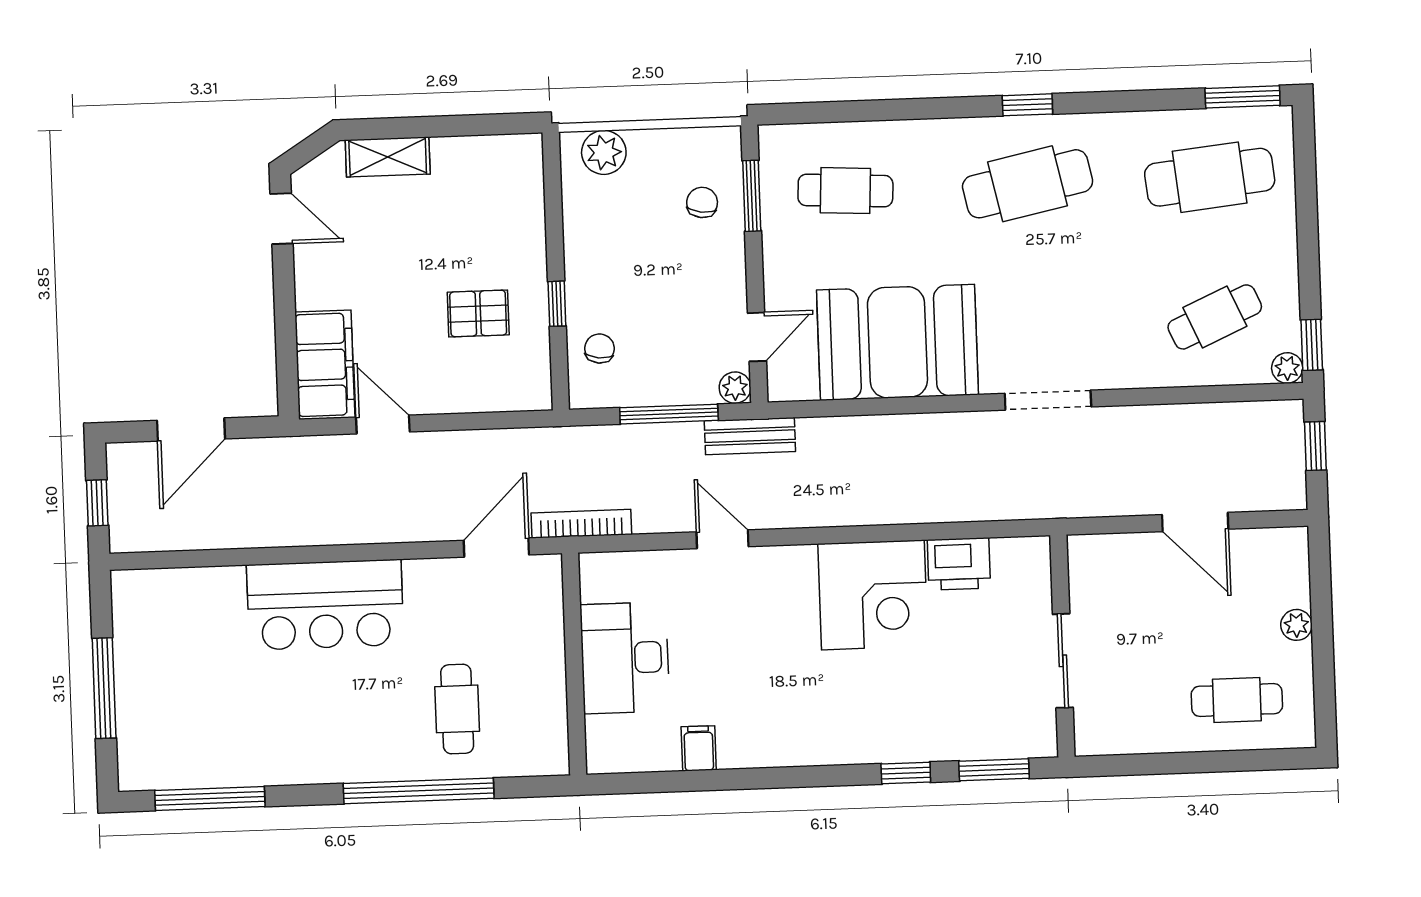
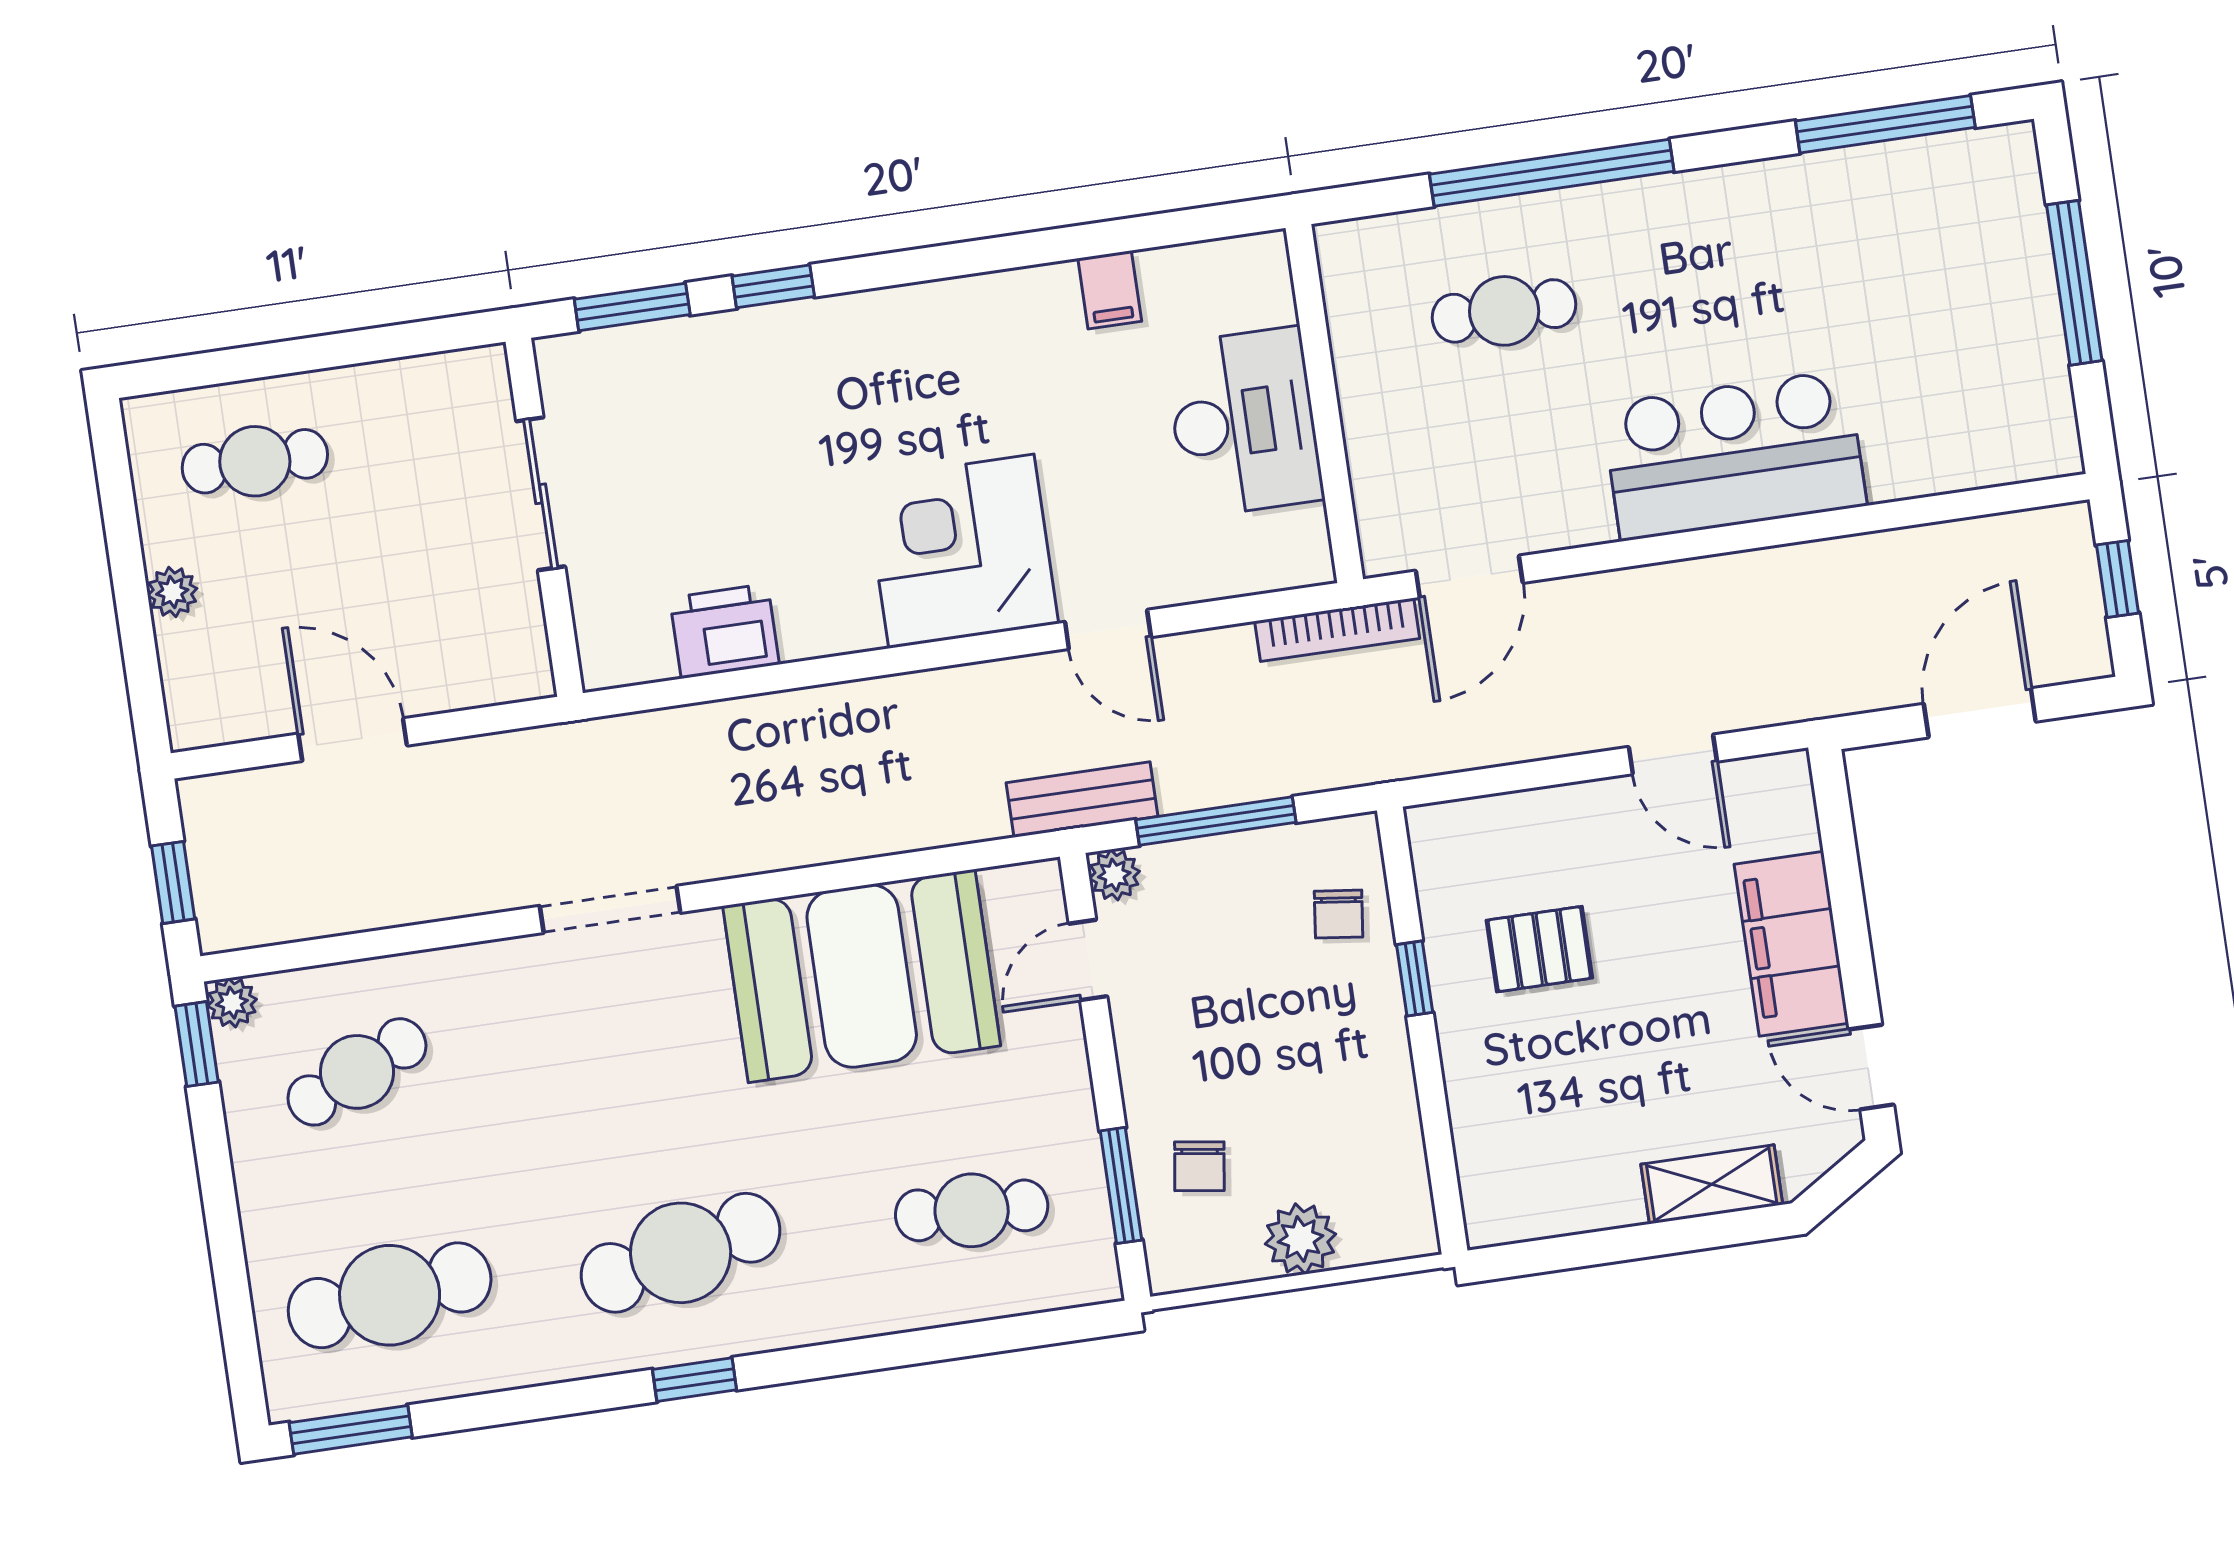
plant: (604, 152) -> (1301, 1239), moved
filing cabinet: (325, 365) -> (1791, 944), moved
corner desk: (873, 595) -> (961, 551), moved
cafe table: (457, 709) -> (1504, 311), turned 90

